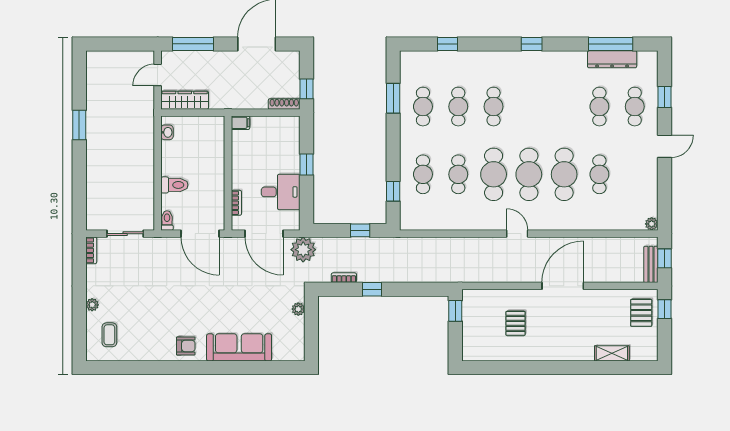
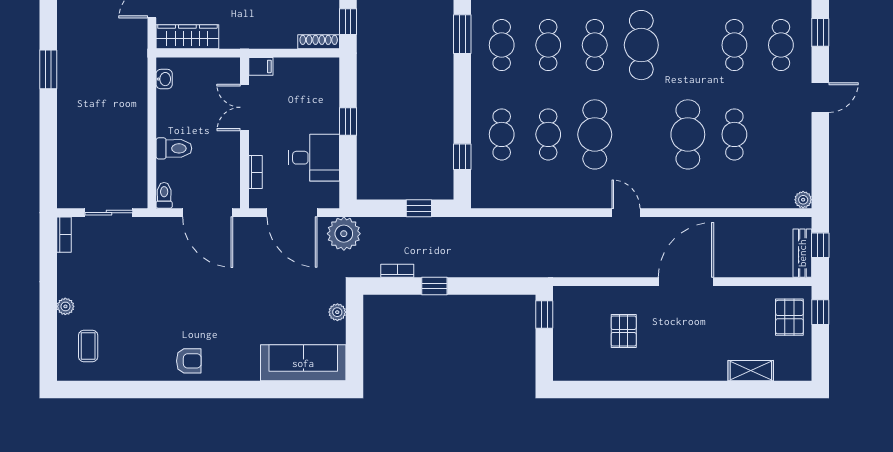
double door: (228, 154) -> (245, 107), added
cafe table: (529, 174) -> (641, 45), moved
sofa: (239, 347) -> (303, 363), moved

